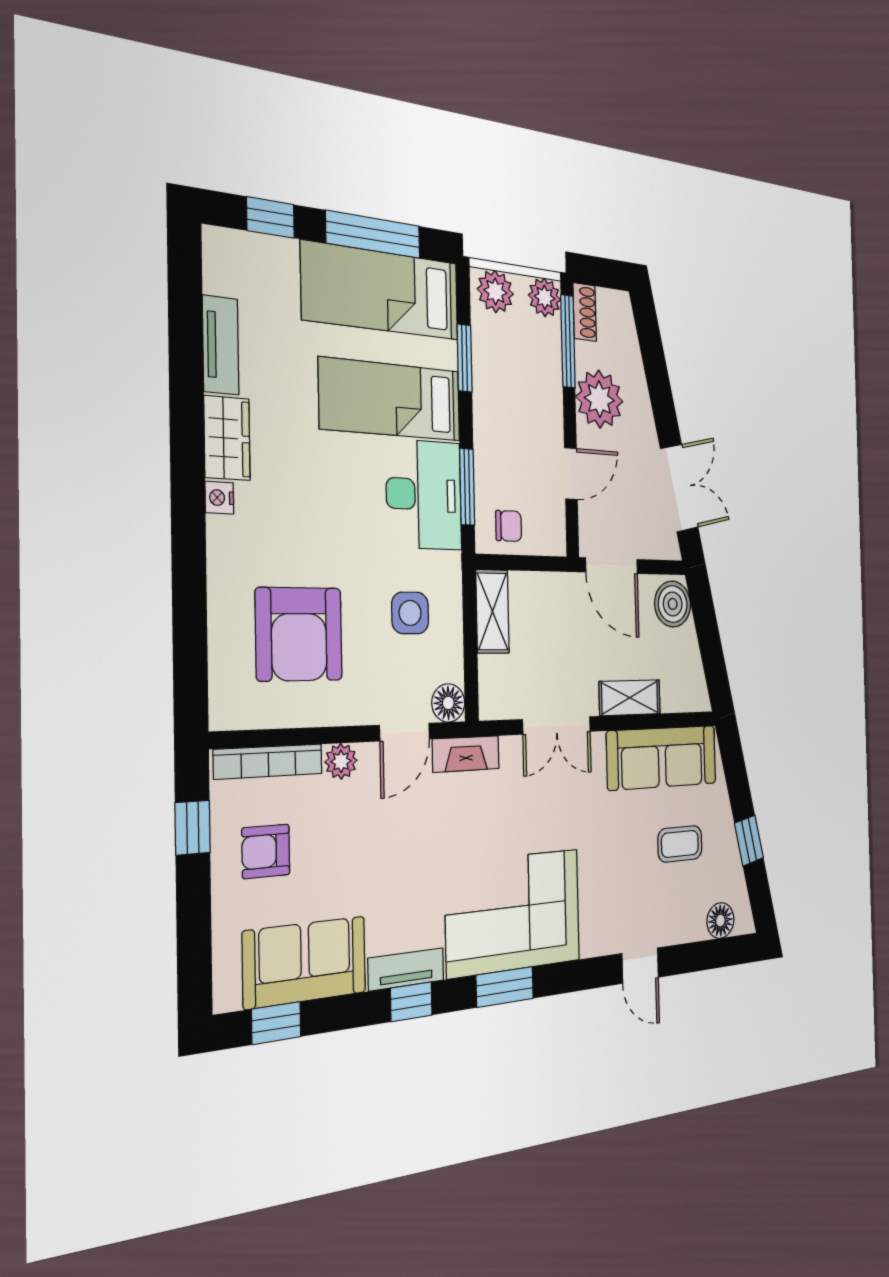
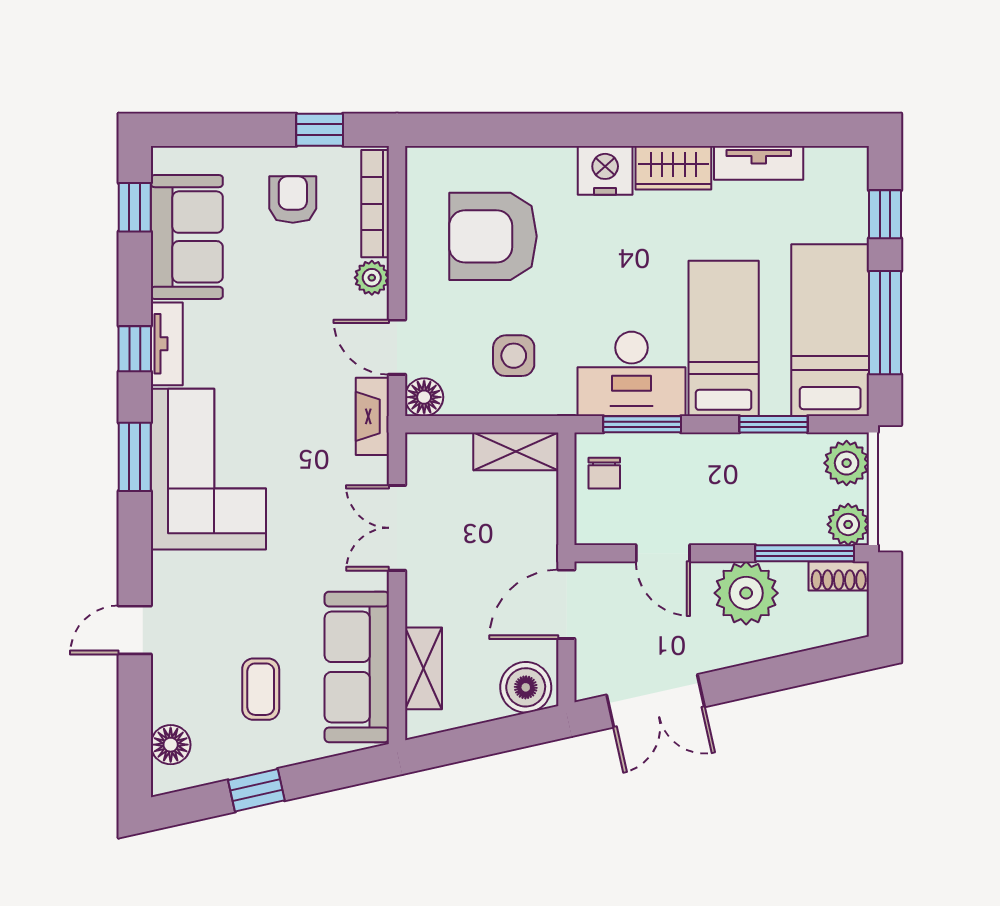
nightstand: (219, 498) -> (605, 170), width x1.89, depth x1.79
shelving: (630, 698) -> (423, 668), moved

